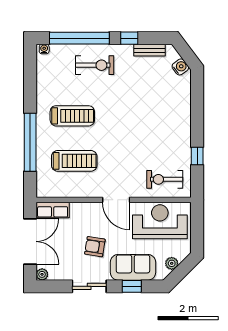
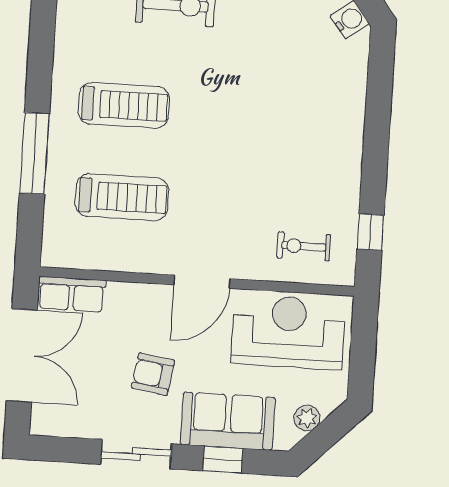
window: (30, 142) -> (34, 153), width x0.68
window: (197, 156) -> (370, 232), moved
exercise bike: (165, 179) -> (304, 246), width x0.73, depth x0.72
door: (116, 200) -> (202, 282), hinge flipped
plant: (42, 274) -> (42, 424), removed

